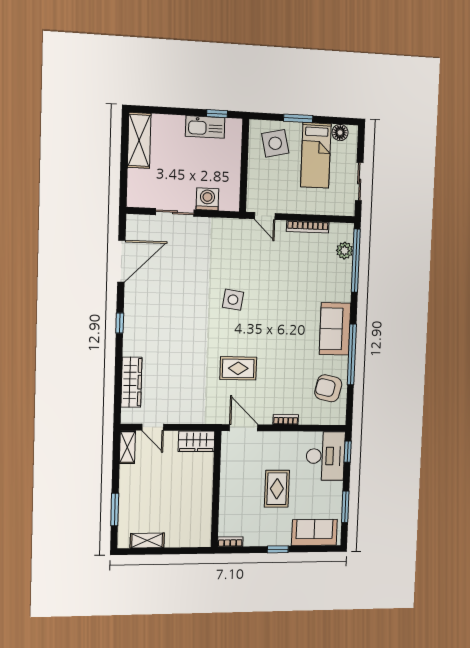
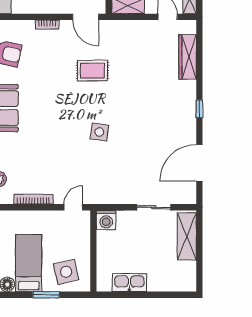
window: (217, 114) -> (119, 295), removed
shelving: (139, 140) -> (187, 236), moved
washing machine: (207, 199) -> (106, 220), moved
door: (265, 216) -> (73, 207), hinge flipped

